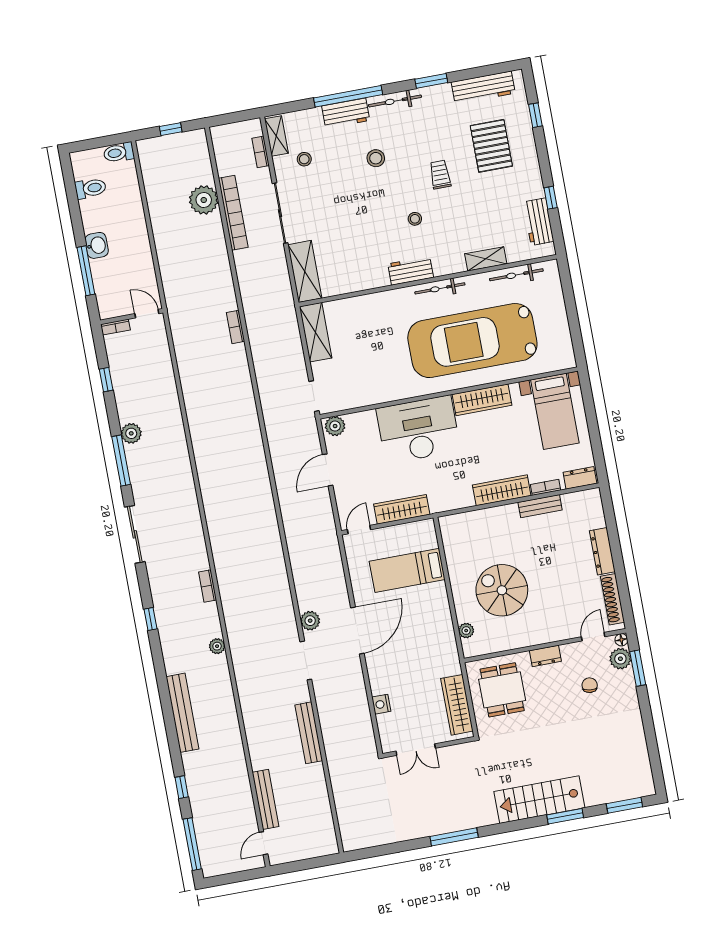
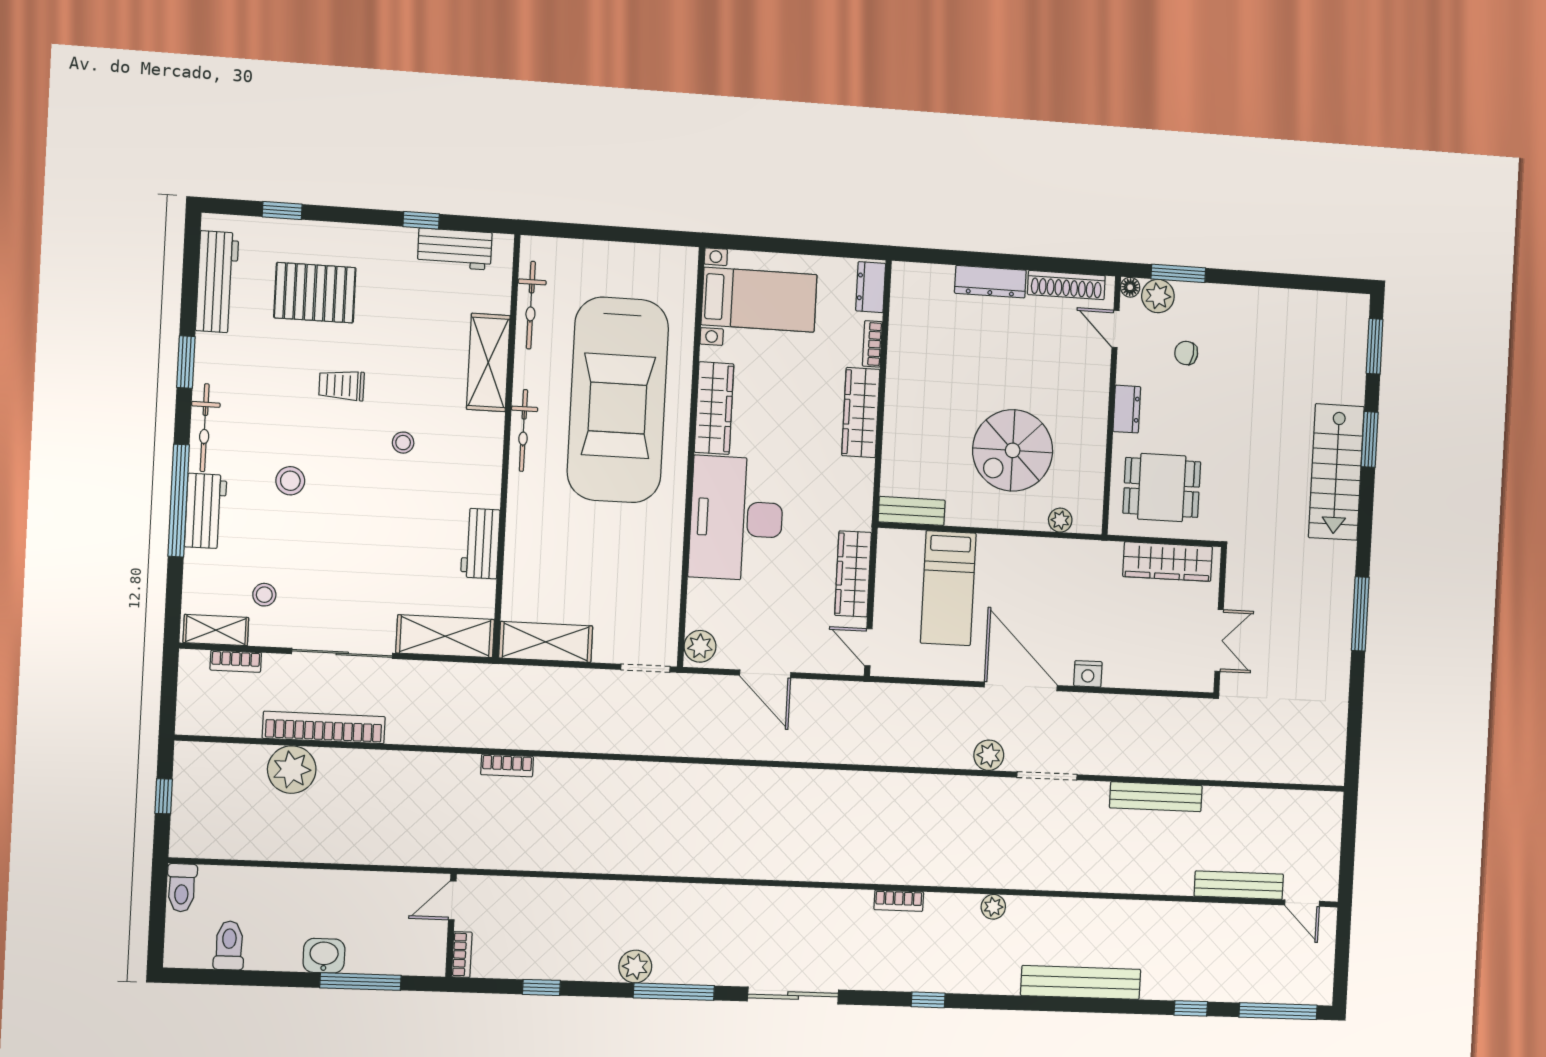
shelving: (486, 259) -> (488, 362), width x1.50, depth x1.33
workbench: (411, 271) -> (480, 543), moved
bench: (540, 506) -> (912, 511), moved, turned 90
nightstand: (381, 704) -> (1088, 674), moved

